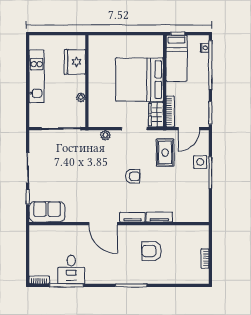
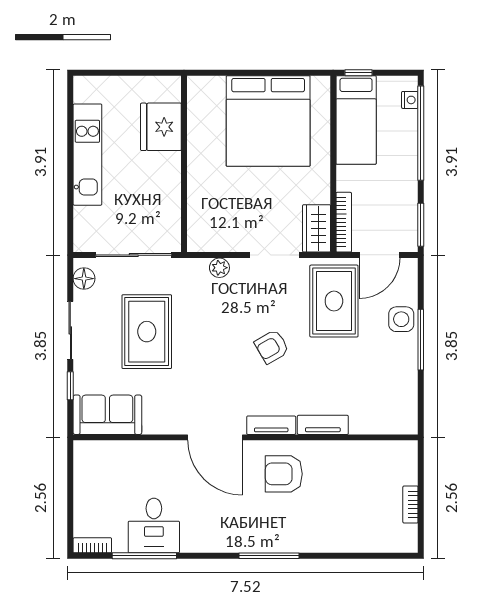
bed: (140, 80) -> (268, 121), moved, turned -90
plant: (81, 97) -> (172, 195), removed
floor lamp: (35, 141) -> (84, 279), added
rug: (165, 153) -> (334, 301), width x1.36, depth x1.43
rug: (68, 169) -> (147, 332), added
armchair: (133, 176) -> (272, 347), turned 150
armchair: (152, 251) -> (284, 474), moved

